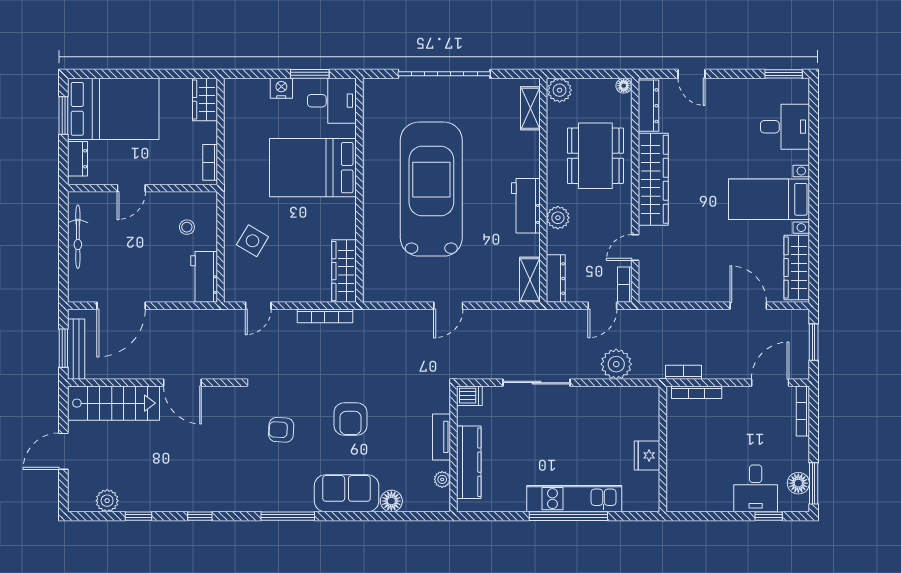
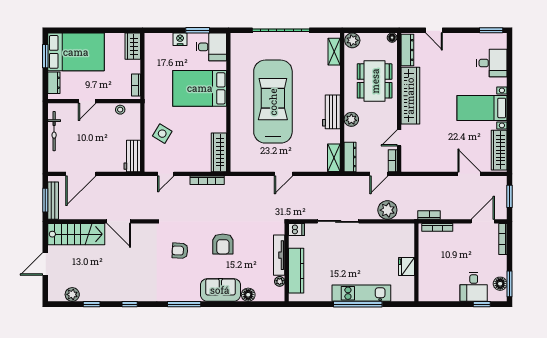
stool: (187, 227) -> (120, 110), moved
tv unit: (441, 437) -> (279, 255), width x1.41

